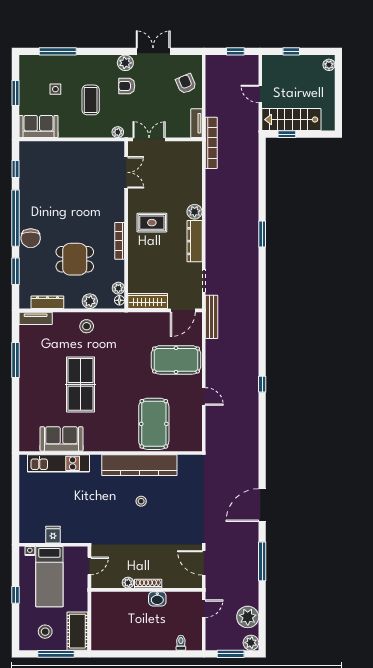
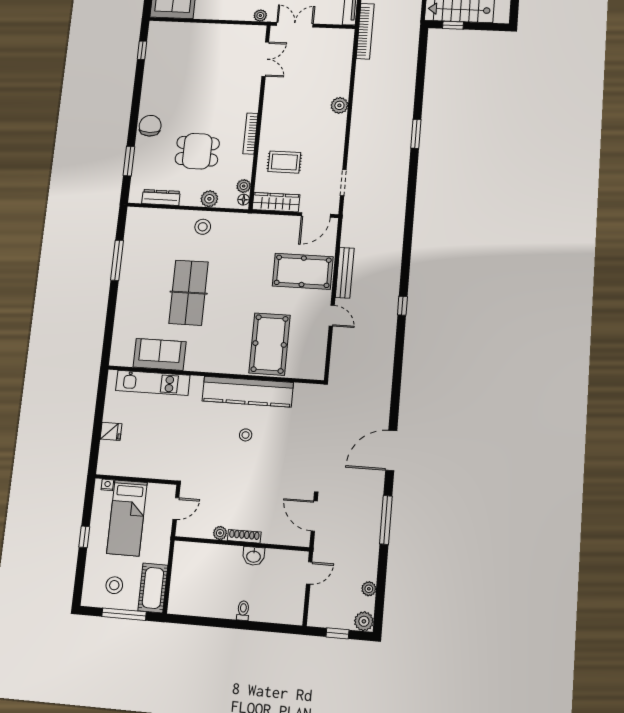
window: (15, 218) -> (136, 103), removed
rug: (152, 223) -> (284, 162), moved
chair: (31, 238) -> (150, 126), turned 180
dresser: (195, 241) -> (337, 138), removed
bench: (212, 317) -> (345, 273), moved
tv unit: (36, 318) -> (145, 215), removed
fridge: (53, 535) -> (111, 431), moved, turned 90
plant: (248, 617) -> (369, 589), width x0.53, depth x0.53
toilet: (181, 643) -> (243, 611), moved
window: (231, 654) -> (338, 633), width x0.67

